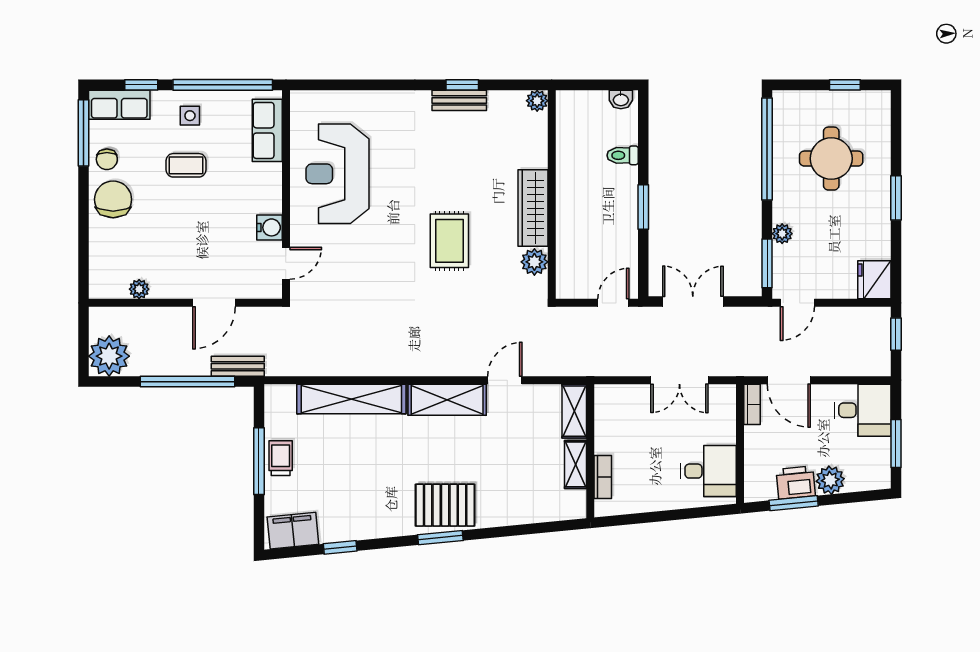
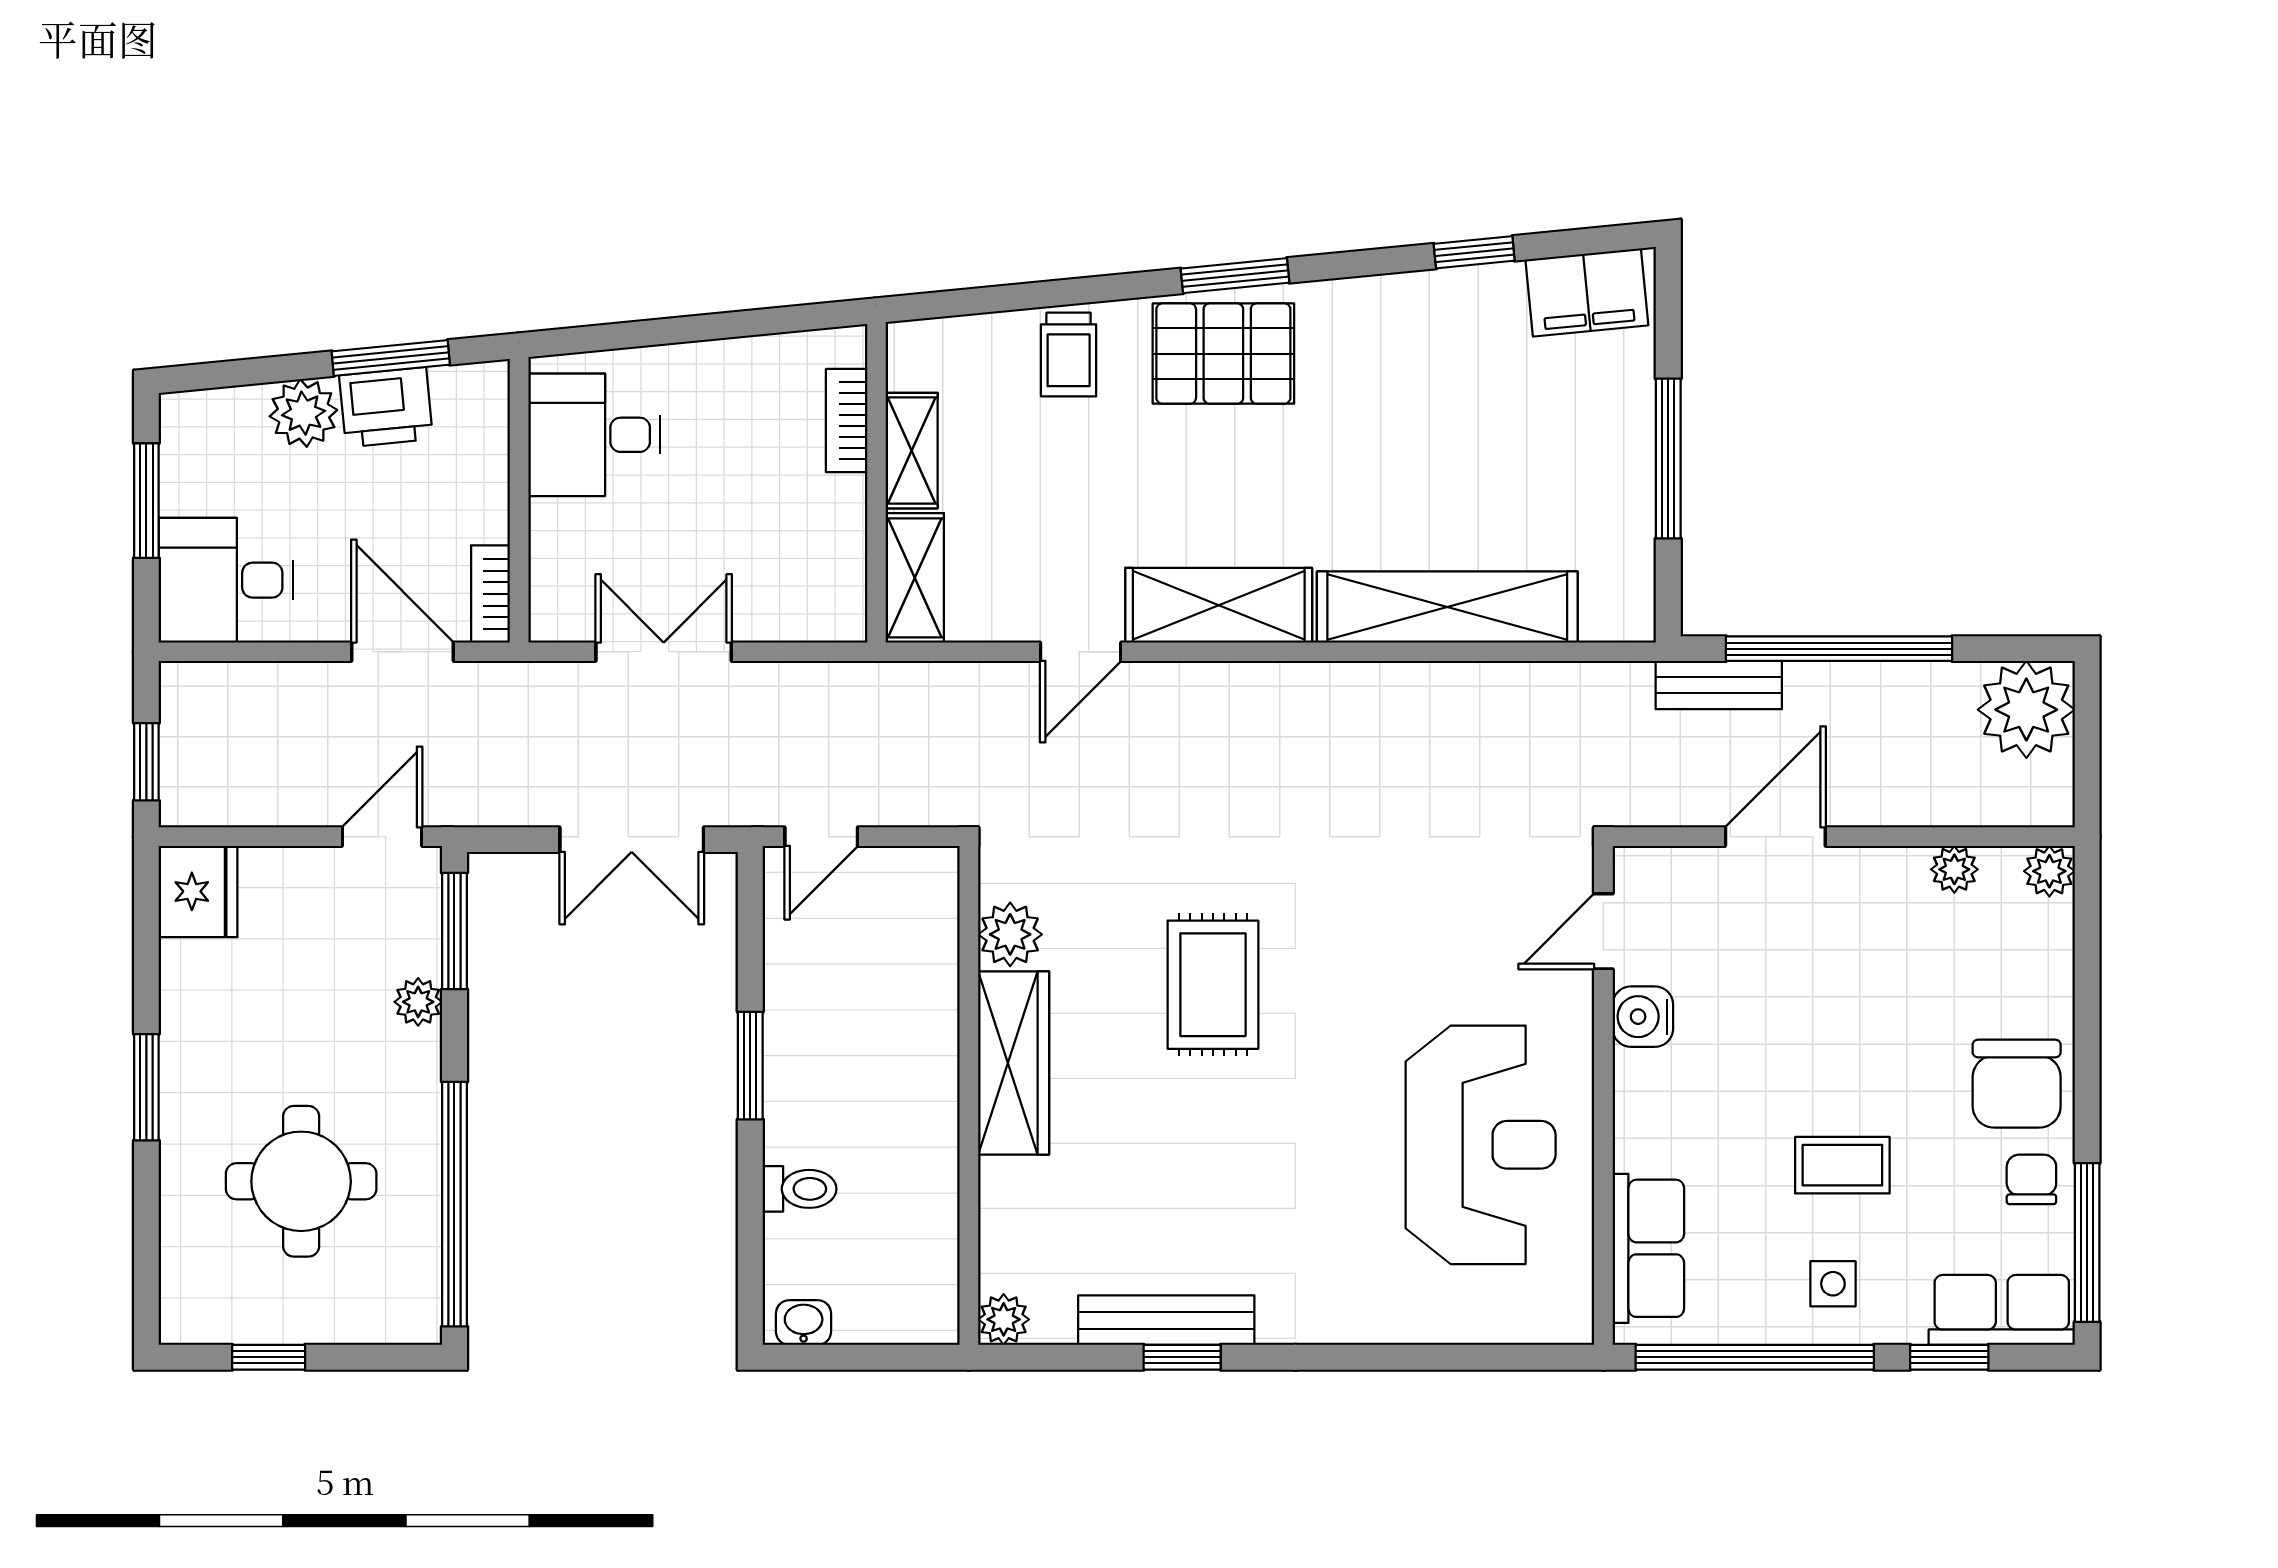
bench: (459, 100) -> (1166, 1320), width x1.36
plant: (99, 288) -> (2049, 871), added
trolley: (281, 458) -> (1069, 354), moved

